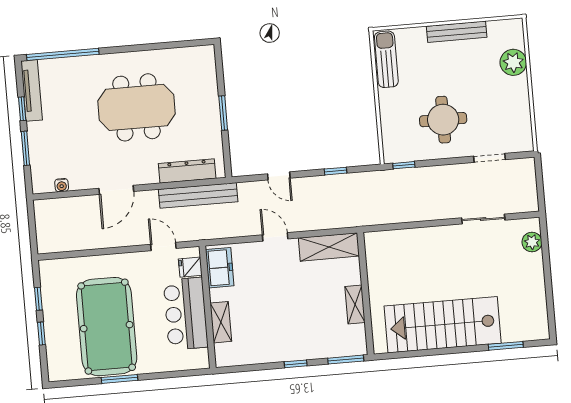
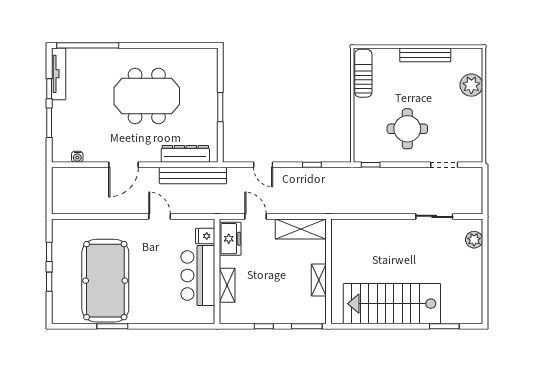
fridge: (190, 267) -> (205, 236), moved
freezer: (220, 268) -> (230, 239), moved
wall: (208, 307) -> (217, 271), moved
bar counter: (186, 314) -> (198, 275), moved
shelving: (221, 322) -> (227, 285), moved

